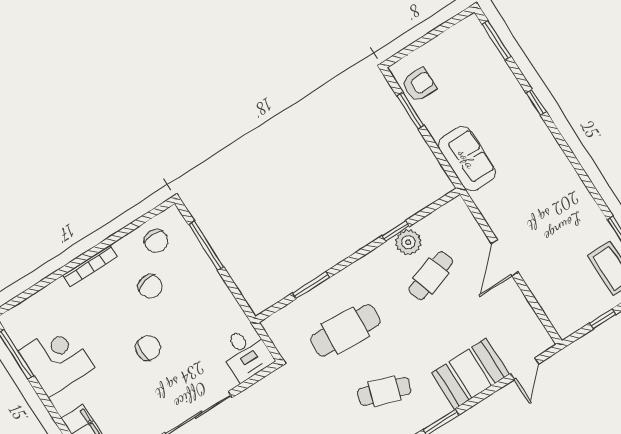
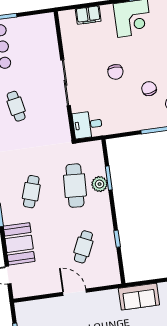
plant: (408, 242) -> (100, 184), moved
cafe table: (431, 276) -> (83, 247), turned 42
chair: (150, 286) -> (149, 89), turned 91

